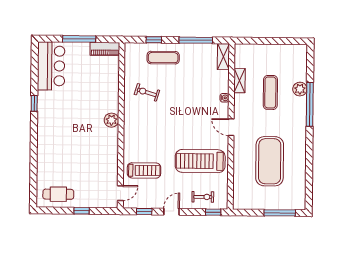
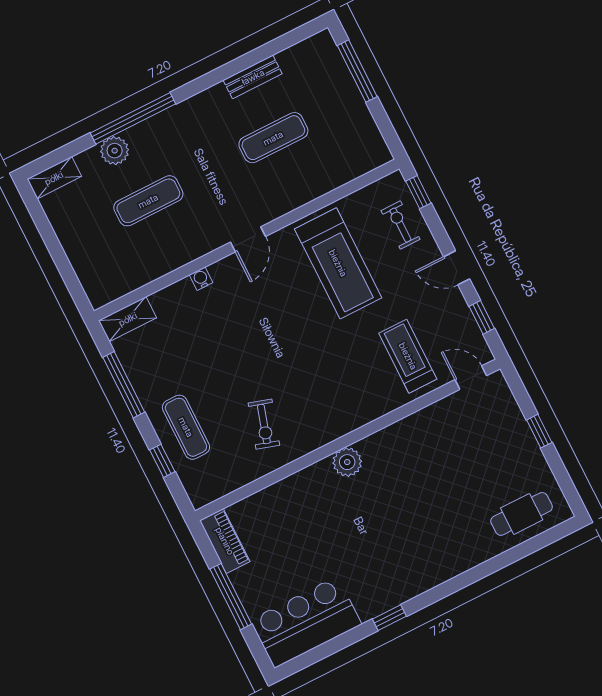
shelving: (240, 81) -> (54, 178), moved
exercise mat: (270, 161) -> (273, 138), width x0.50, depth x0.69
bench: (301, 166) -> (253, 77), added
cafe table: (58, 194) -> (522, 514), moved, turned 90

